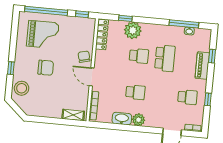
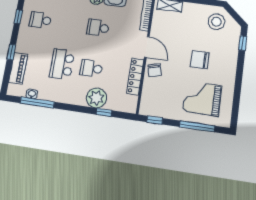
window: (46, 11) -> (197, 126), width x0.68
locker: (102, 34) -> (135, 76), moved
window: (212, 56) -> (11, 52), moved
piano: (202, 65) -> (18, 68), moved
window: (11, 68) -> (243, 43), moved
stool: (22, 88) -> (216, 22), moved

